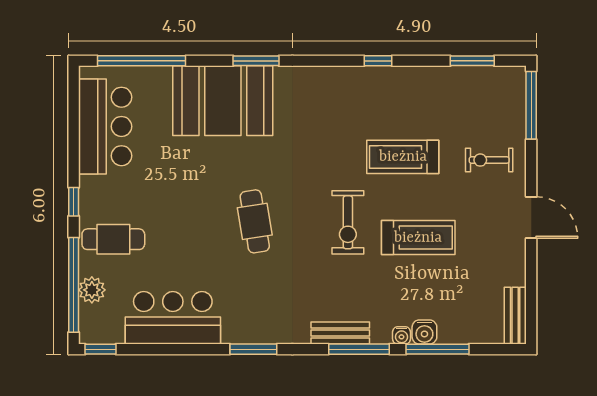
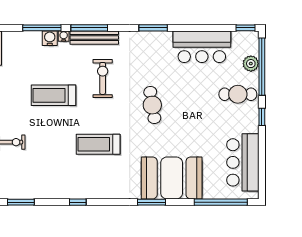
treadmill: (403, 157) -> (98, 144), moved, turned 180
exercise bike: (348, 222) -> (103, 78), moved
bench: (340, 333) -> (94, 38), width x1.36

